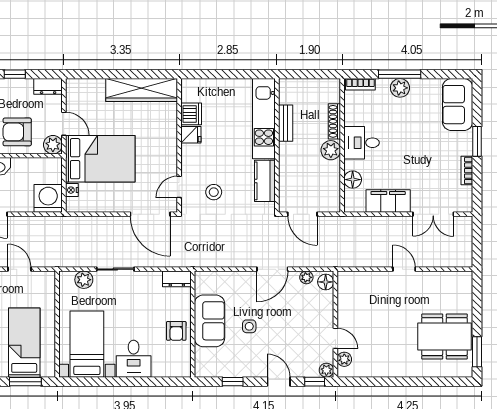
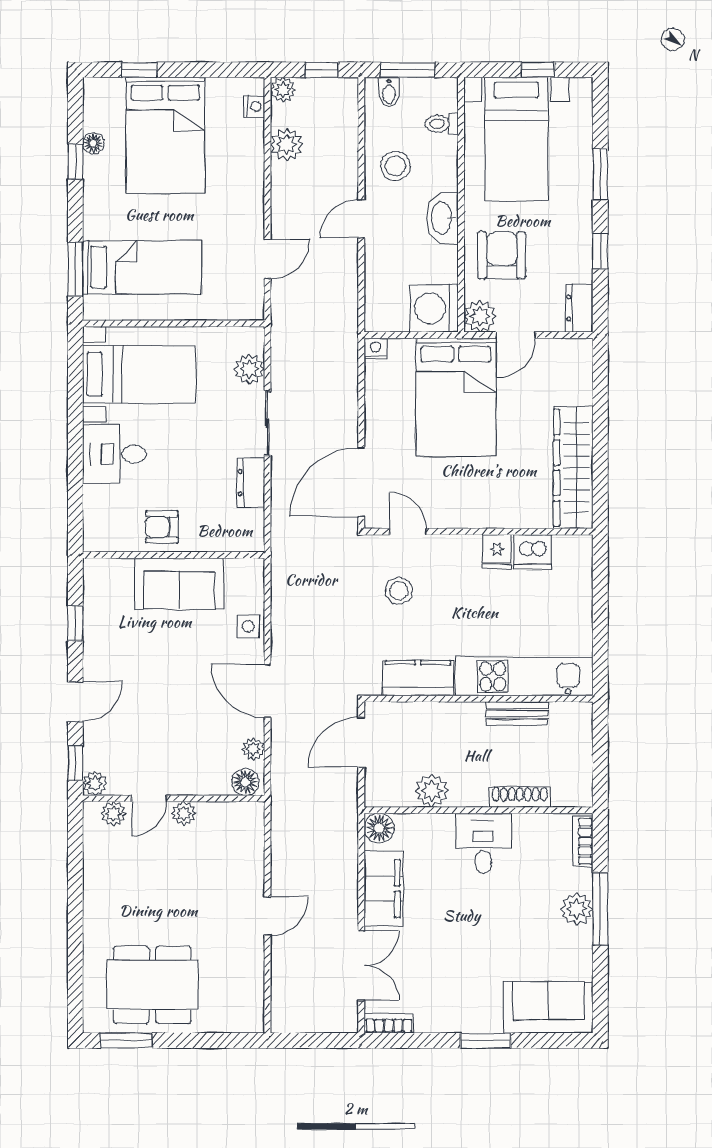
plant: (331, 150) -> (432, 791), moved
bookcase: (467, 171) -> (389, 1023), moved
floor lamp: (353, 180) -> (379, 828), moved
nightstand: (72, 190) -> (375, 349), moved
washing machine: (48, 198) -> (434, 308), moved, turned 180
double door: (433, 214) -> (361, 966), swing flipped
dresser: (177, 279) -> (251, 483), moved
plant: (344, 318) -> (184, 813), added
side table: (249, 326) -> (248, 626), moved
dining table: (444, 337) -> (152, 985), turned 90

